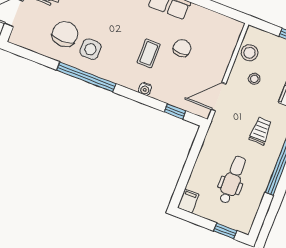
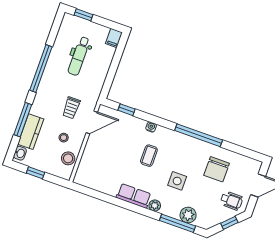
chair: (182, 48) -> (122, 161), removed
side table: (90, 49) -> (177, 181), moved
trolley: (261, 131) -> (71, 108), moved

